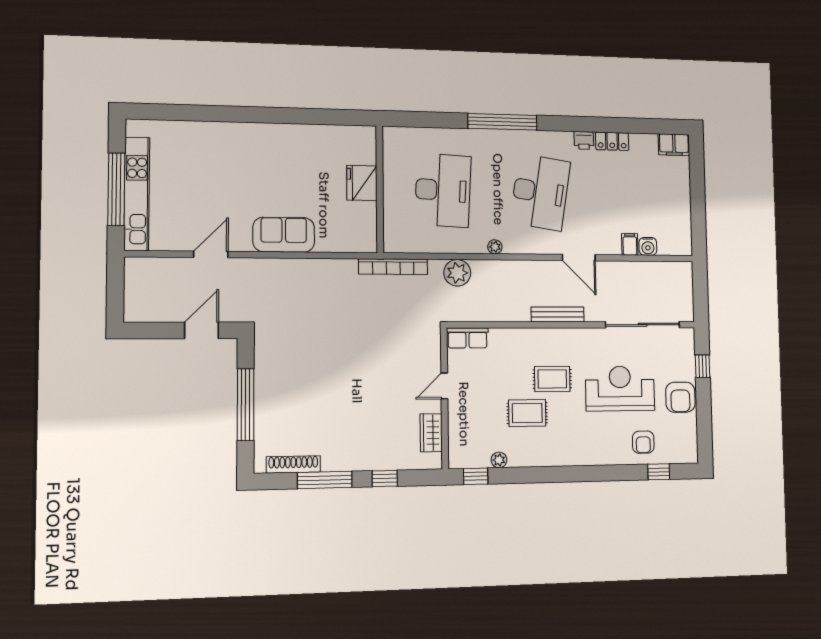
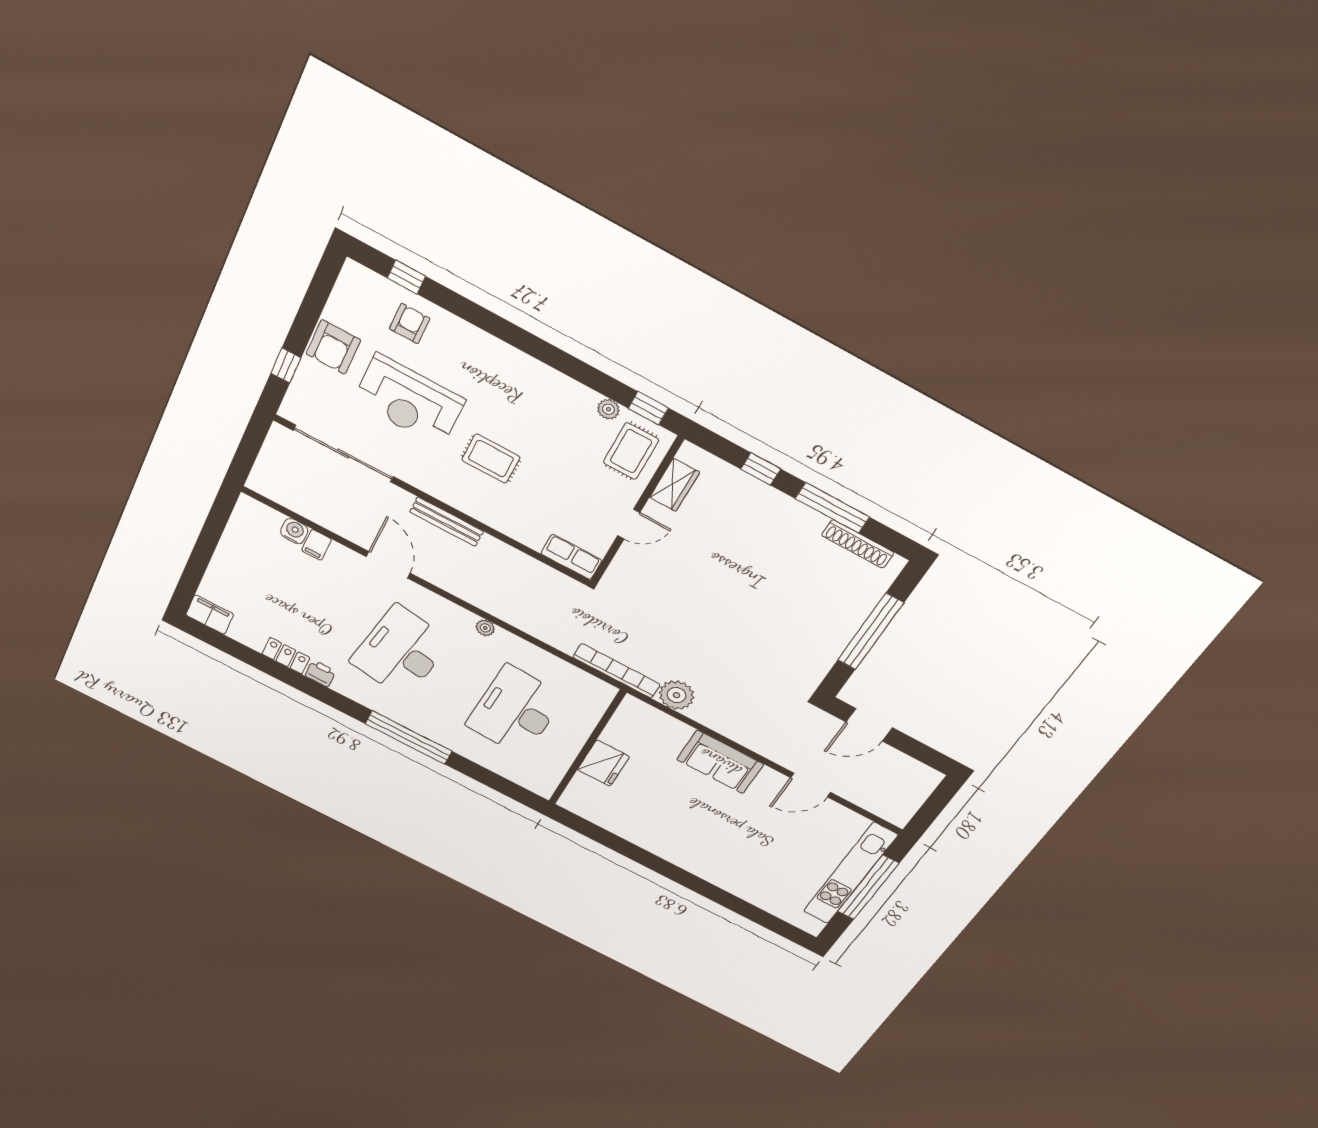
plant: (457, 273) -> (677, 695), moved
armchair: (680, 397) -> (333, 347), turned 180
rug: (527, 413) -> (631, 451), moved, turned 90

